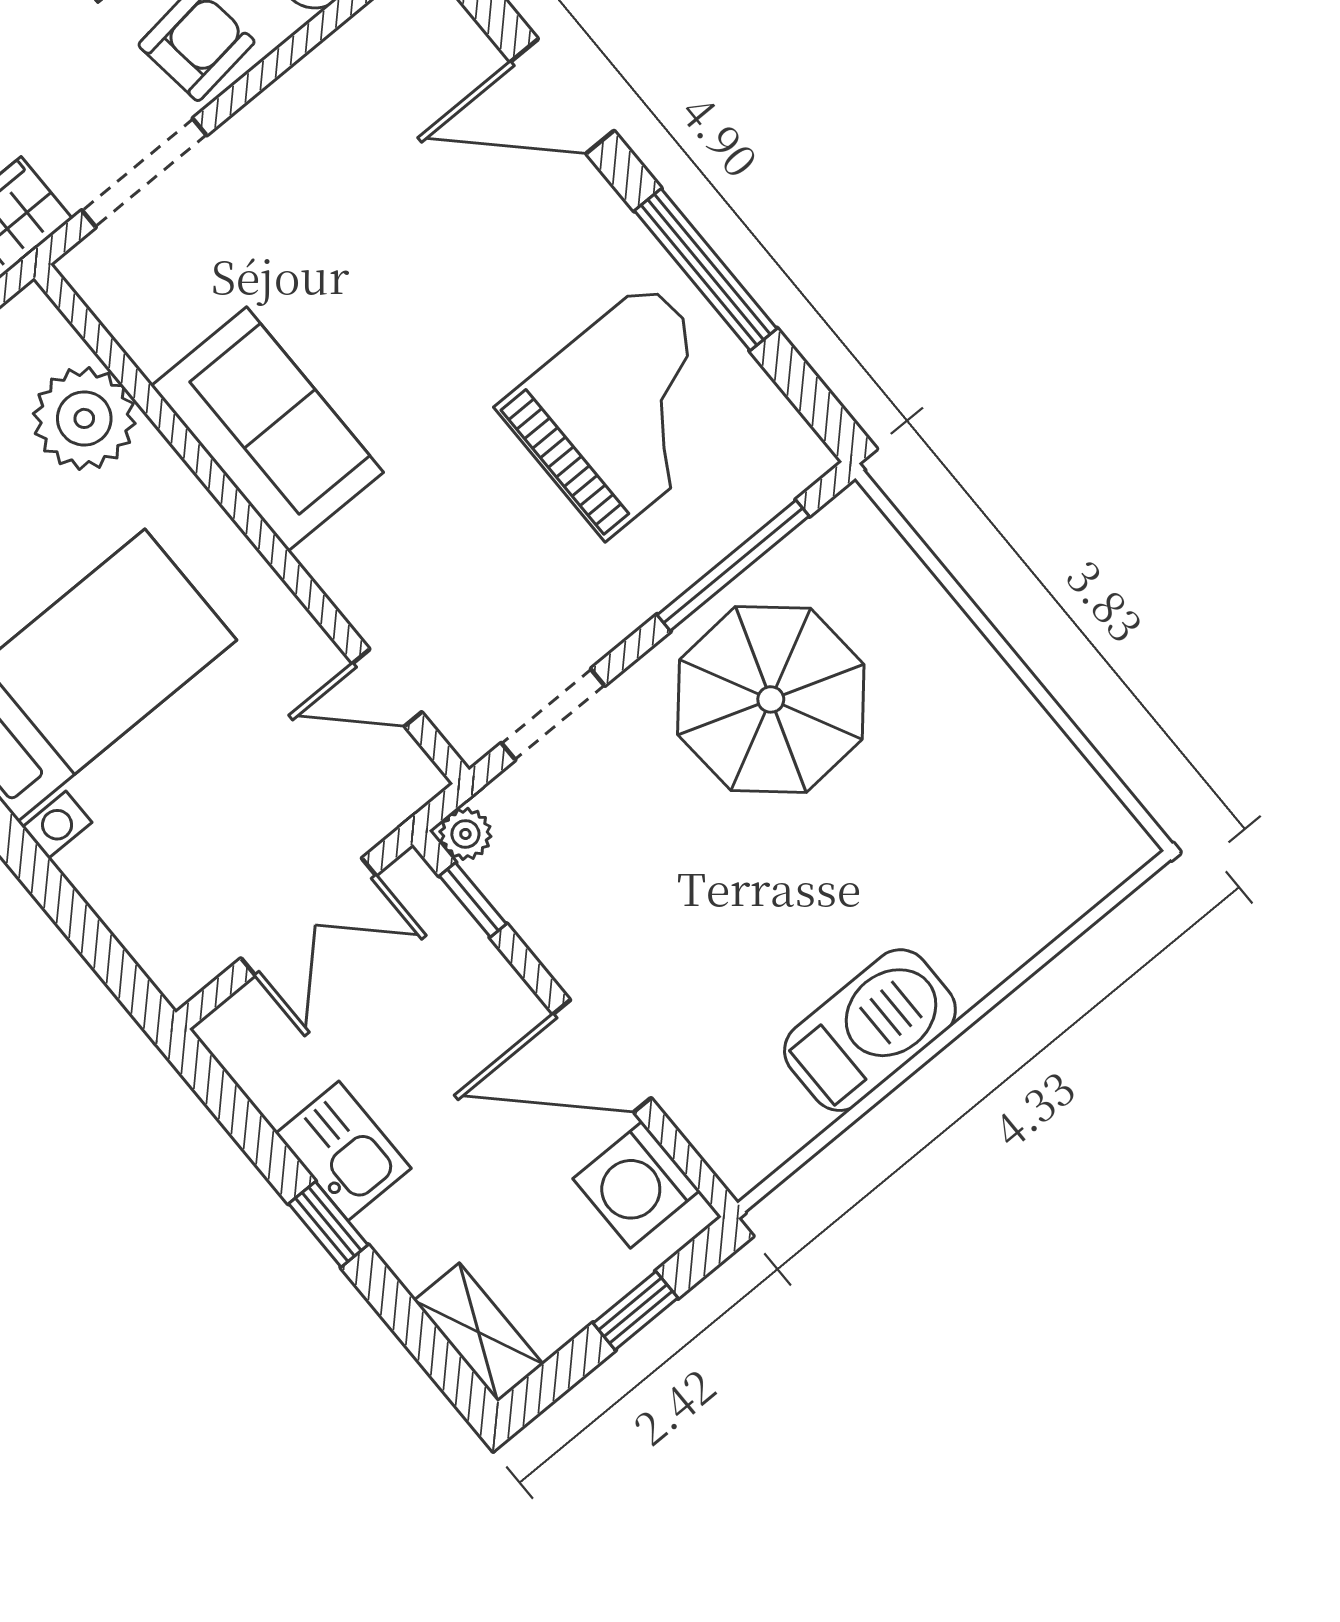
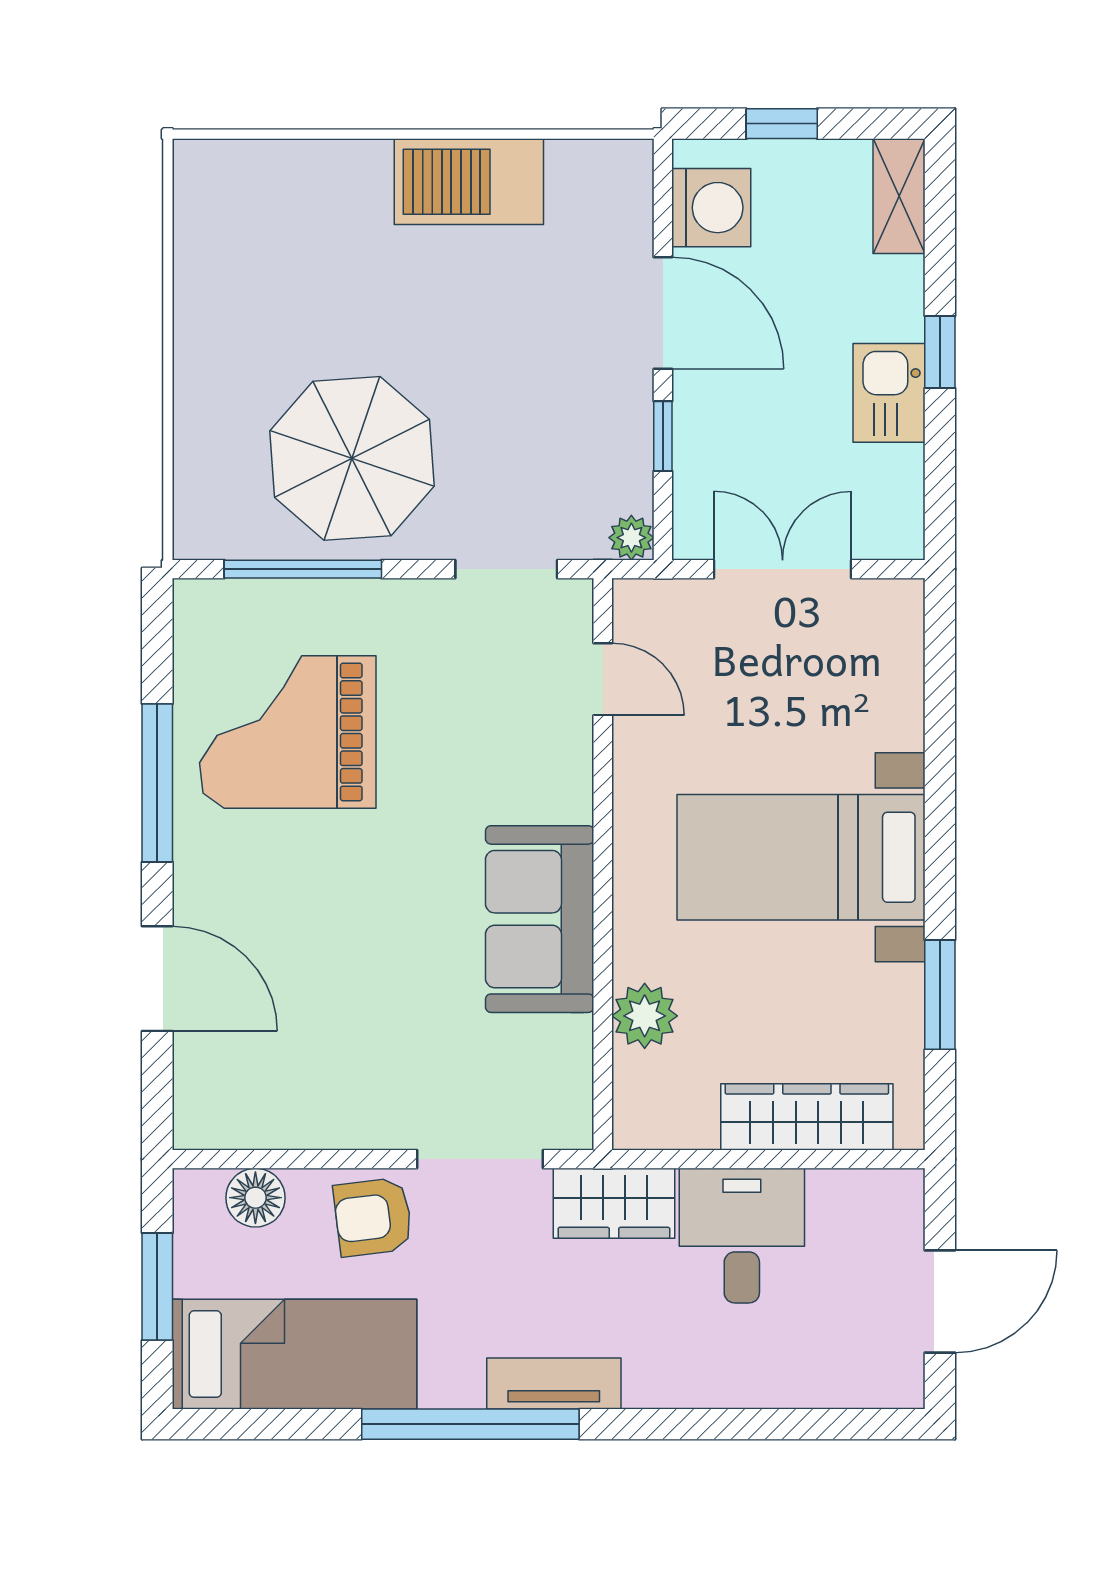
plant: (84, 418) -> (645, 1016), width x0.73, depth x0.73
window: (473, 900) -> (663, 436), moved

